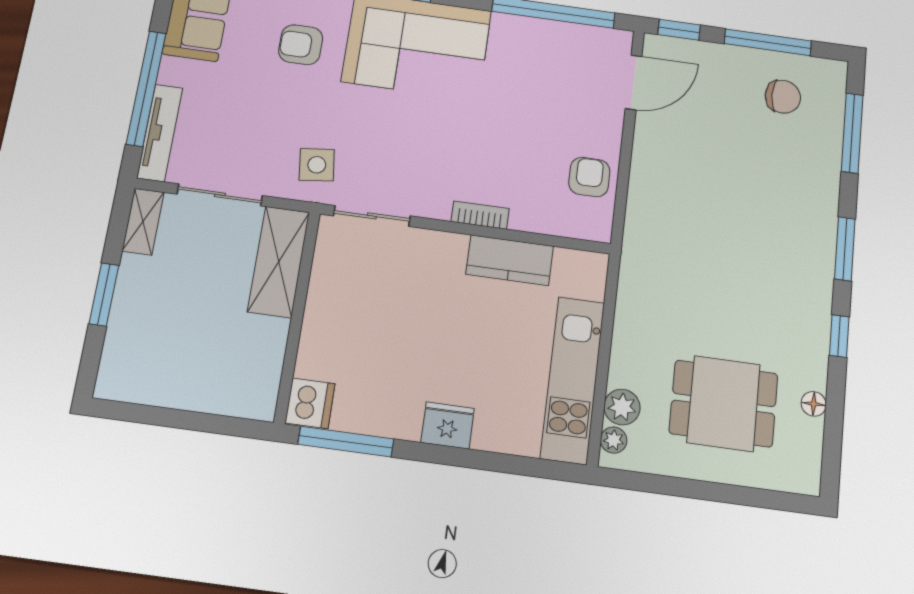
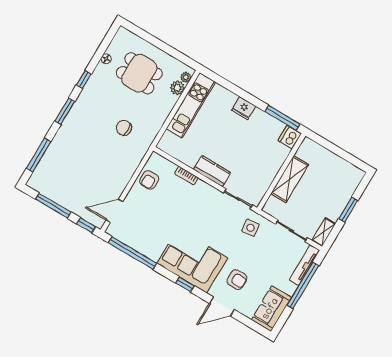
chair: (783, 97) -> (124, 128), moved
bookcase: (480, 215) -> (186, 176), moved
kitchen counter: (510, 260) -> (212, 171), moved
shelving: (279, 262) -> (290, 179), moved

